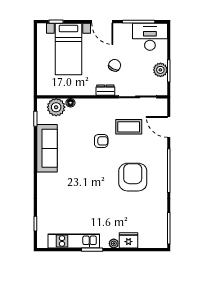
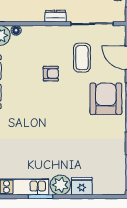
coffee table: (129, 127) -> (82, 58), turned 90
armchair: (133, 177) -> (106, 99), moved
plant: (114, 243) -> (60, 185), width x1.88, depth x1.88

